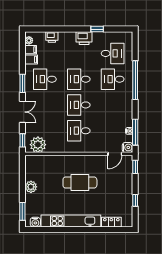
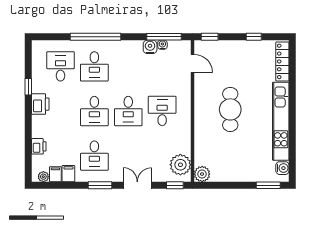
desk: (79, 131) -> (162, 111), turned 180
water cooler: (128, 147) -> (150, 47), moved
plant: (31, 187) -> (202, 174), moved
locker: (111, 222) -> (282, 61), width x1.53

